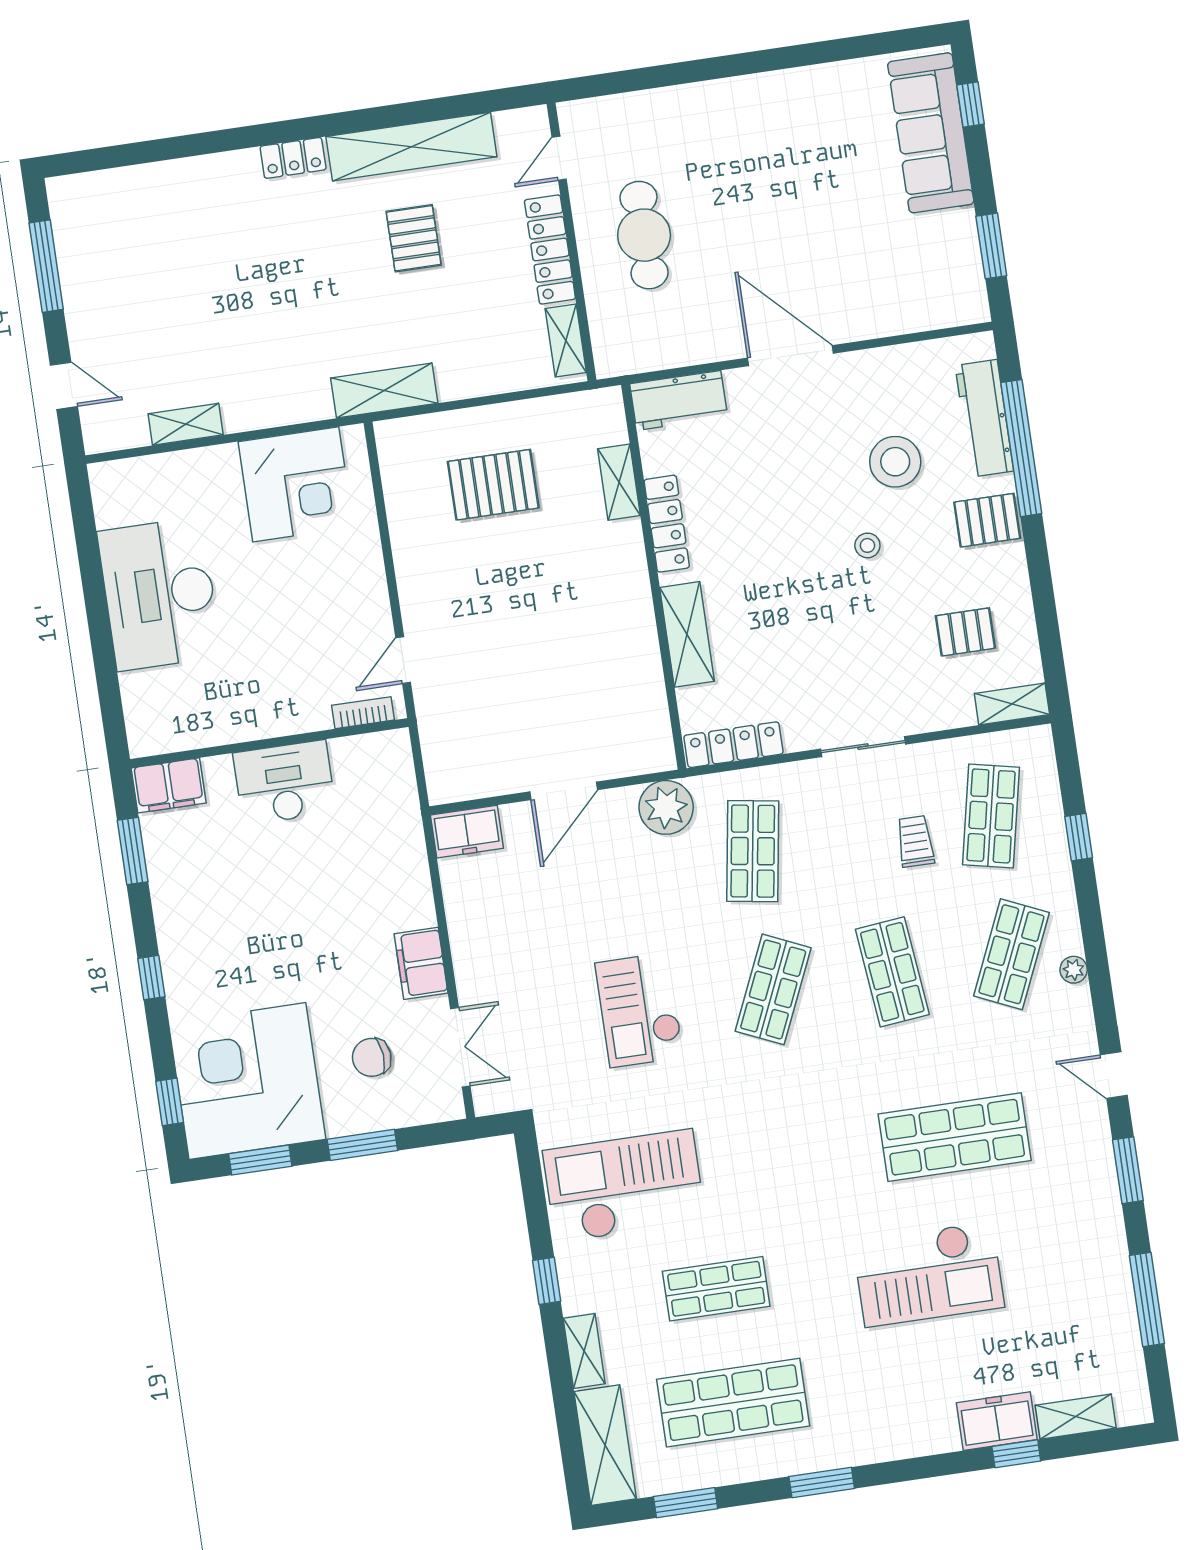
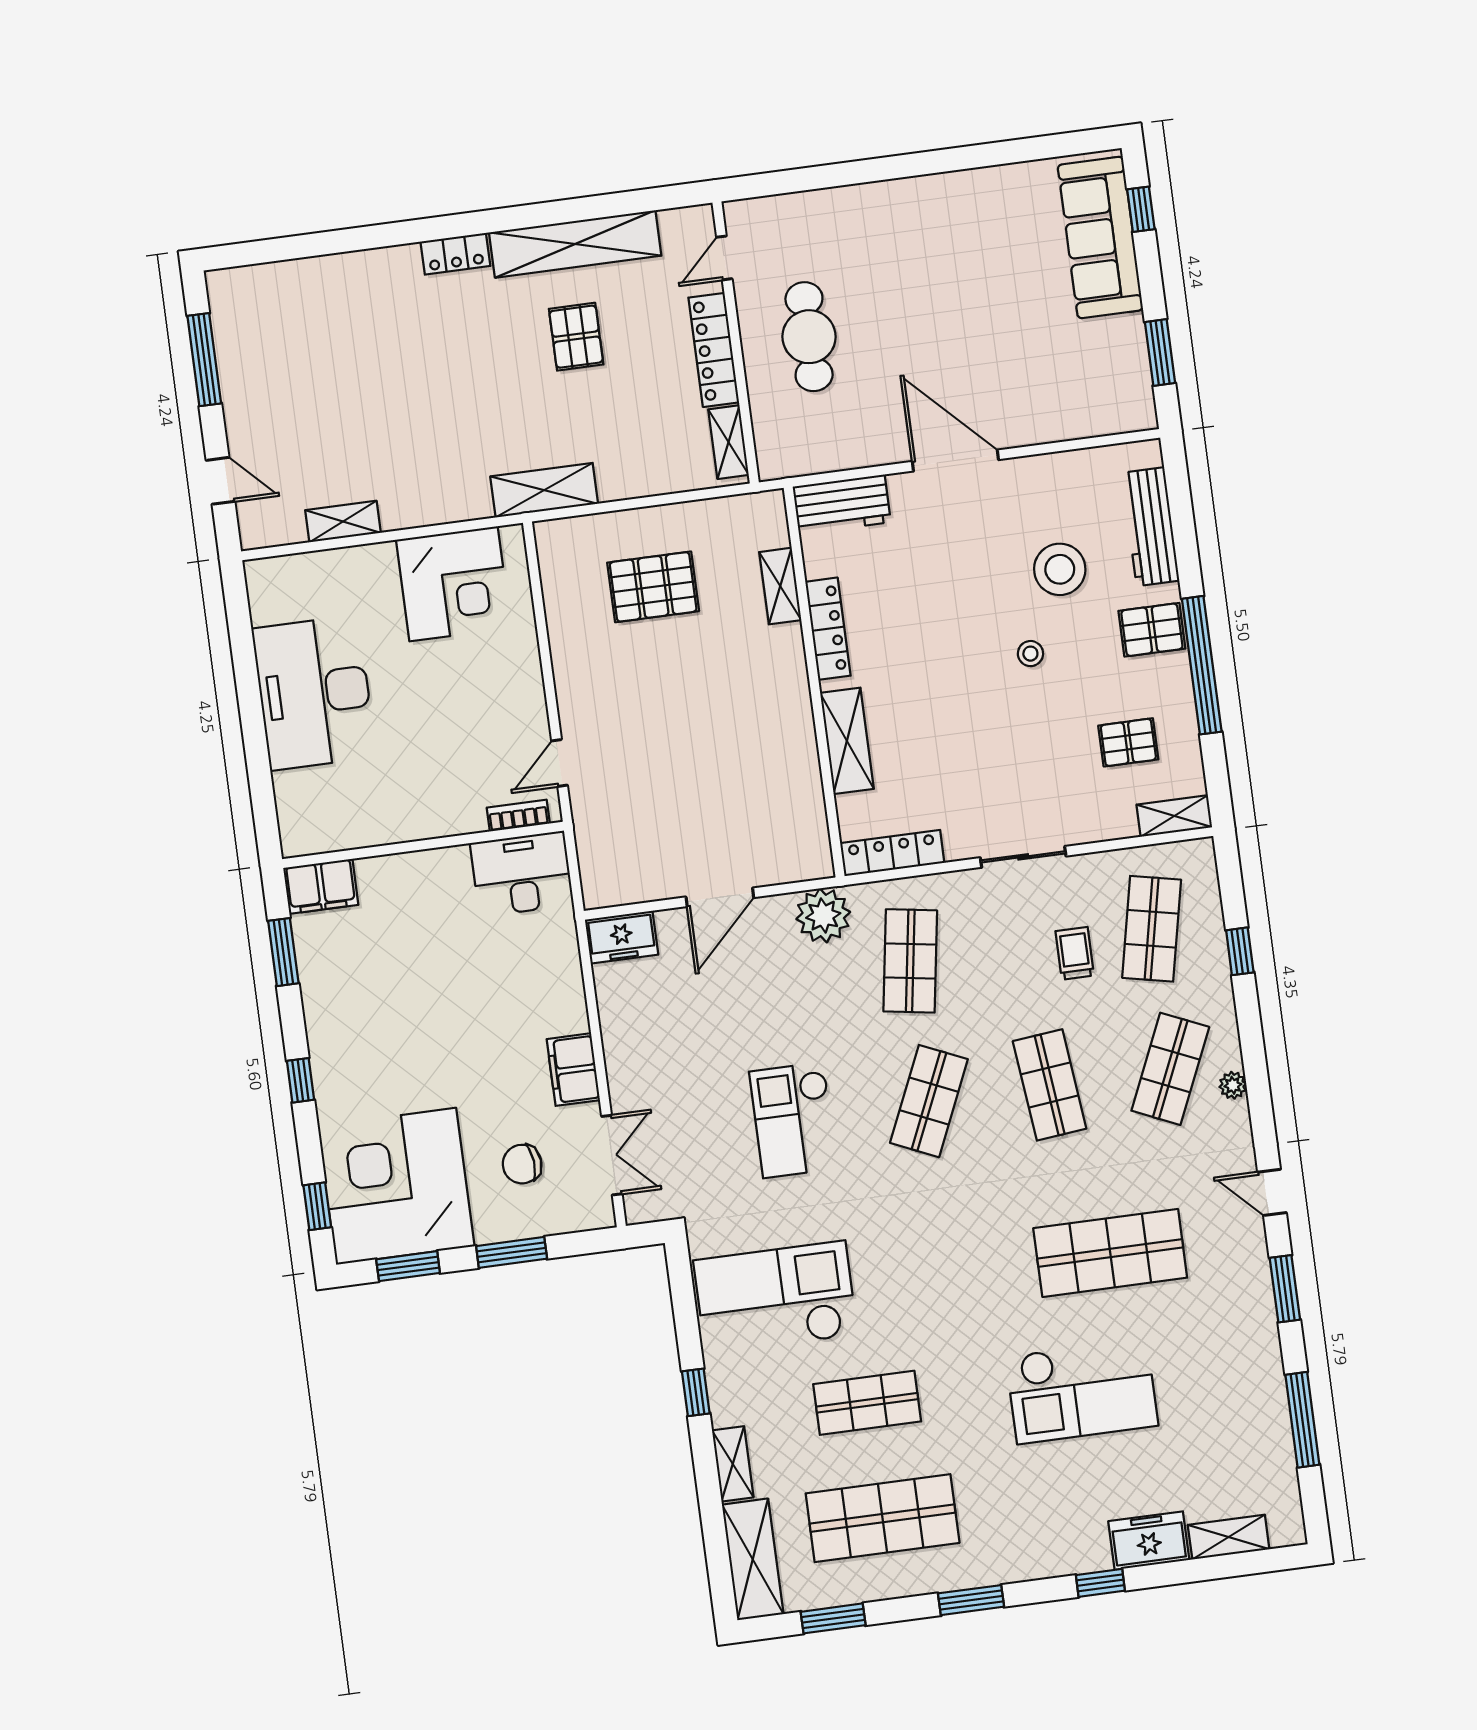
window: (1021, 448) -> (1202, 665), moved
desk: (284, 783) -> (522, 874), moved
window: (1016, 1454) -> (1100, 1583), moved

